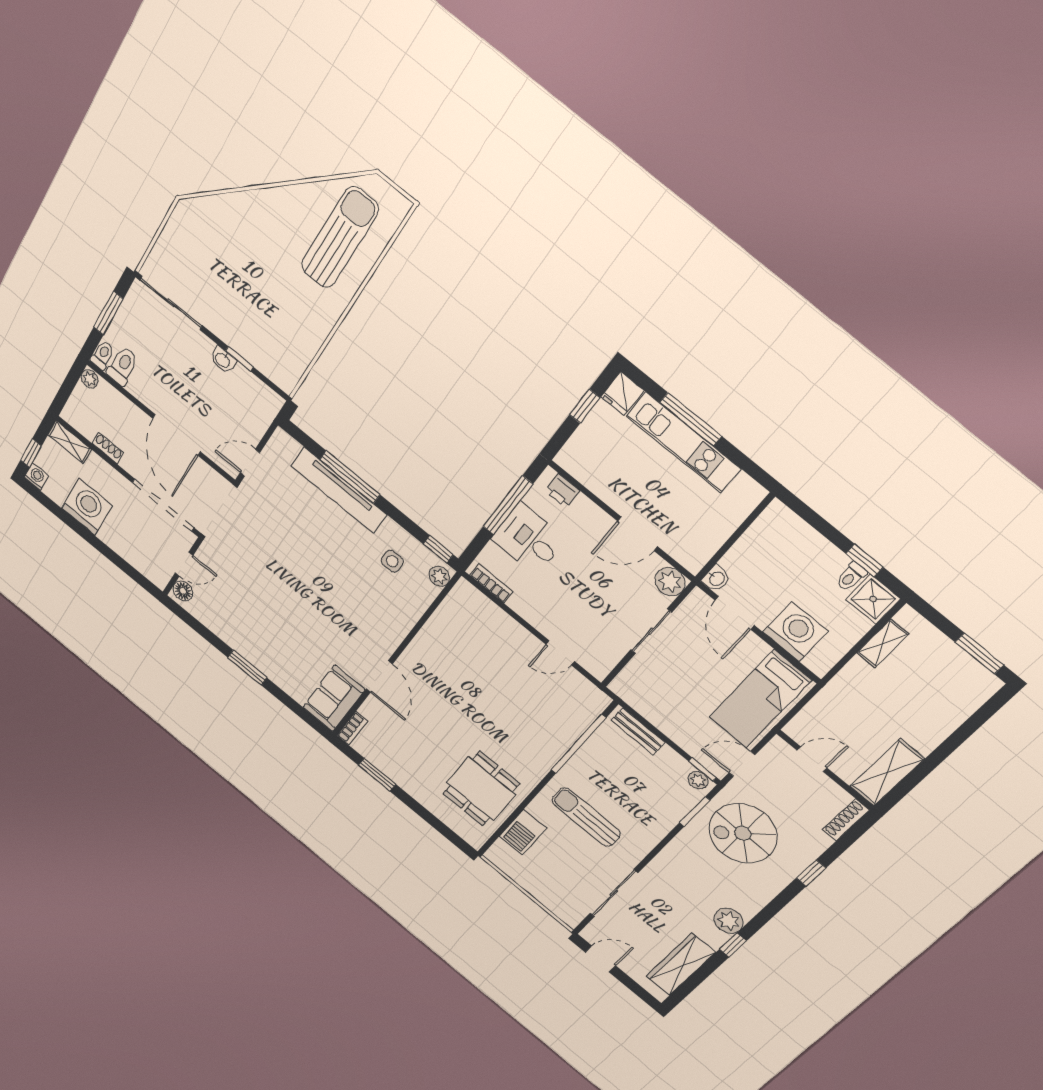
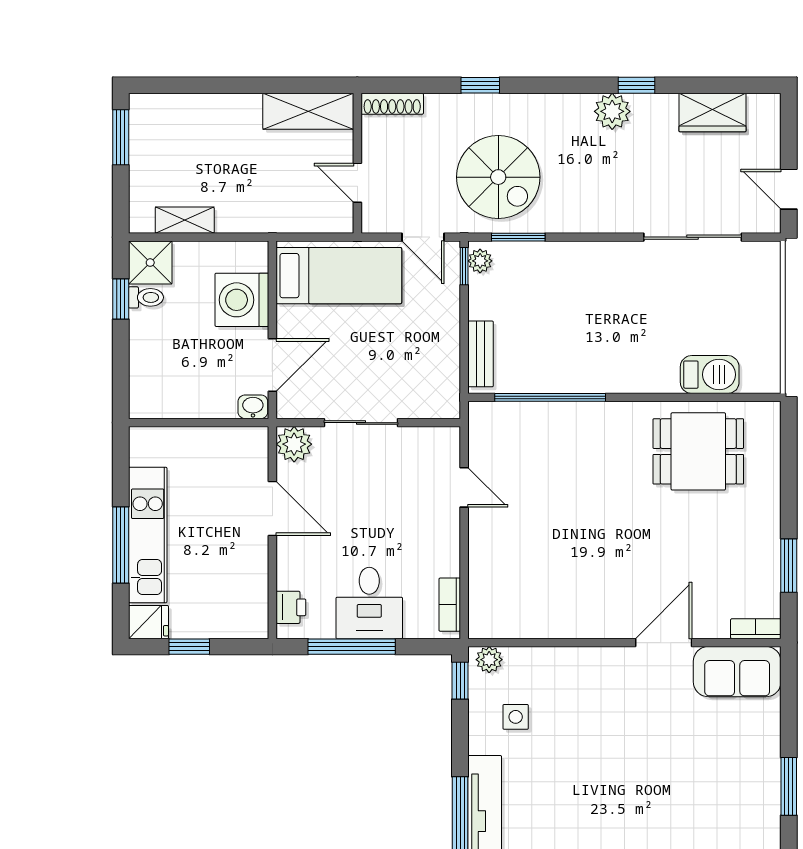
sun lounger: (586, 817) -> (628, 329), removed
wardrobe: (681, 964) -> (712, 113), width x0.67

